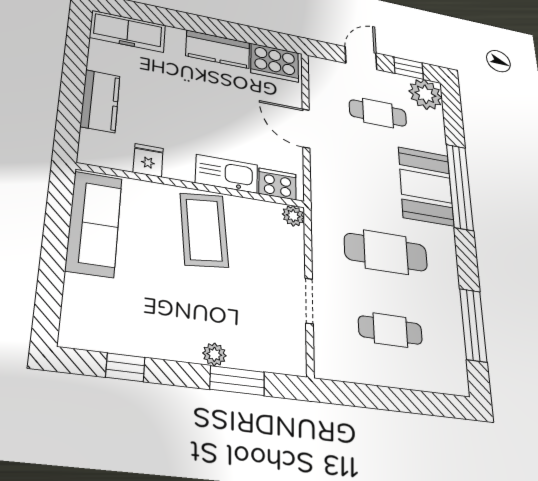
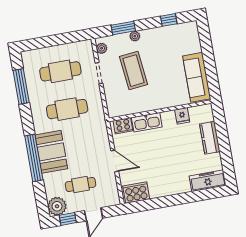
kitchen counter: (218, 49) -> (165, 189), removed
plant: (293, 216) -> (102, 48), moved
coffee table: (204, 230) -> (133, 71), moved
cafe table: (390, 330) -> (60, 71), width x1.37, depth x1.35

